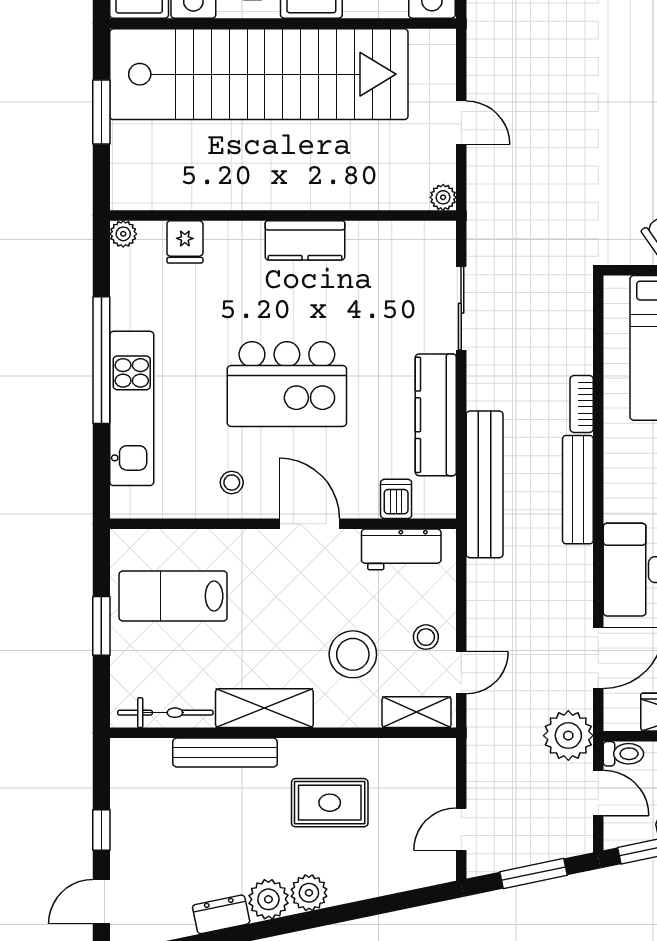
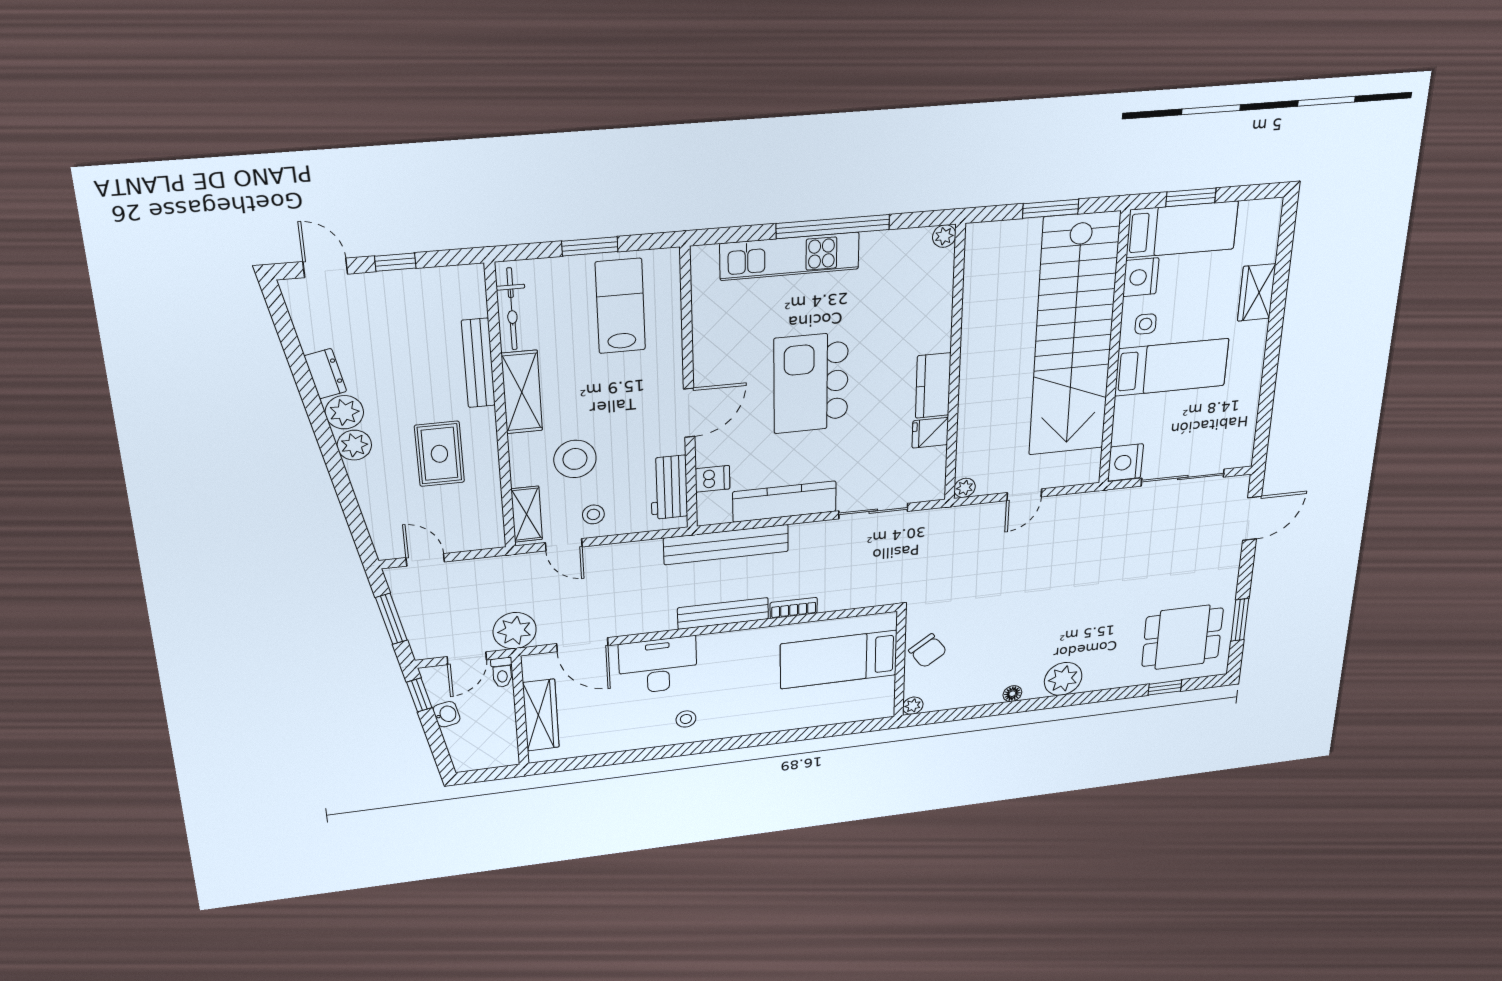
fridge: (185, 242) -> (930, 433), moved
stool: (232, 482) -> (724, 346), removed

